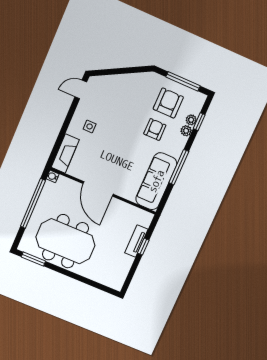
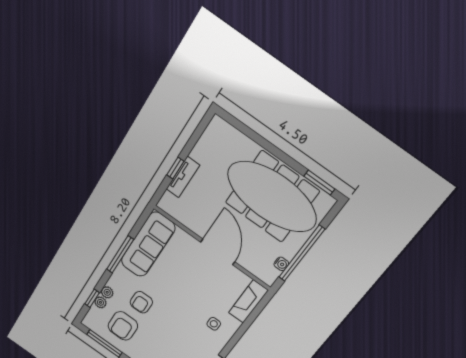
water cooler: (53, 176) -> (281, 264), moved
meeting table: (65, 241) -> (272, 197), width x1.36

